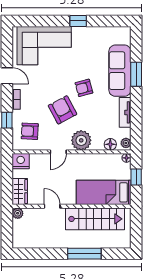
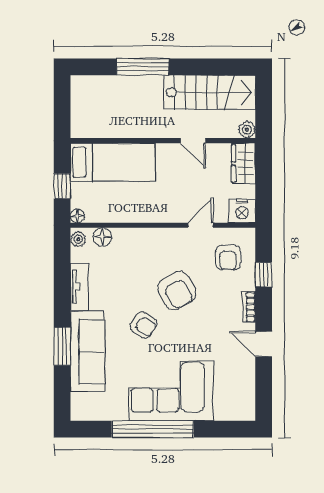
window: (78, 21) -> (153, 429), width x3.17
corner sofa: (44, 46) -> (171, 391), moved
armchair: (84, 88) -> (143, 325), turned 48
armchair: (30, 131) -> (228, 257), turned 87
plant: (81, 140) -> (148, 243), removed
door: (58, 152) -> (201, 225), moved
stairs: (95, 219) -> (210, 92), moved, turned 180

